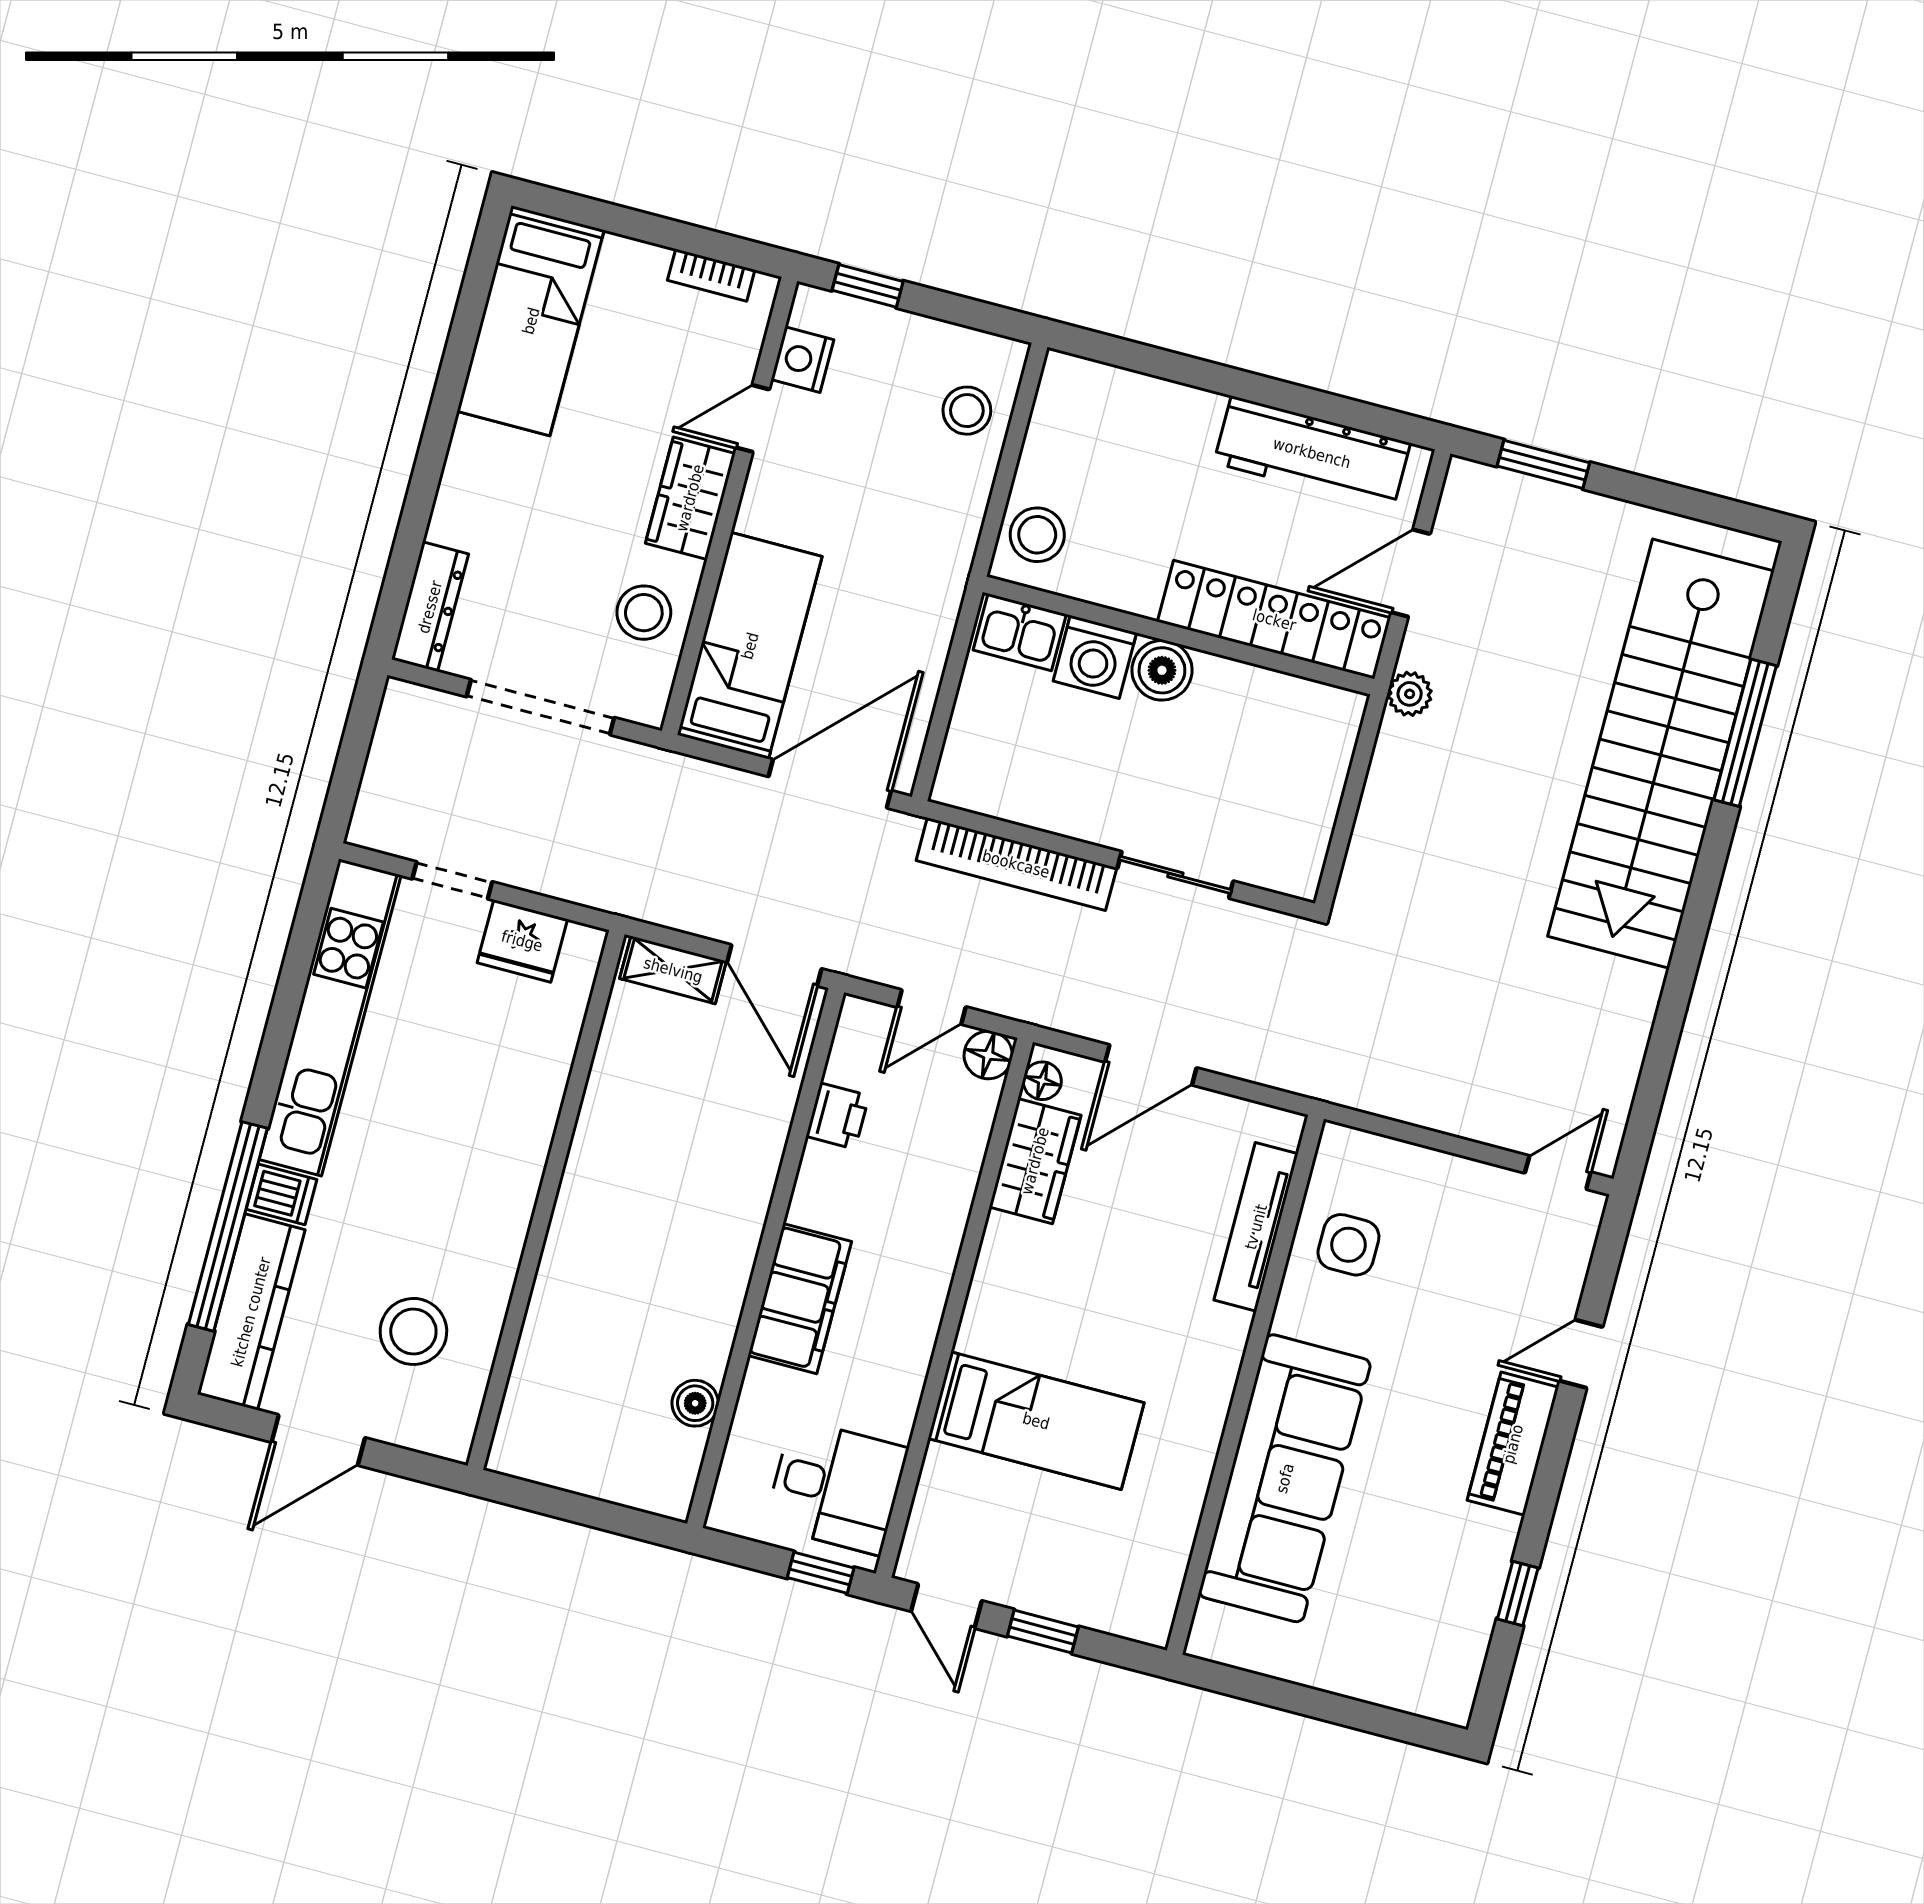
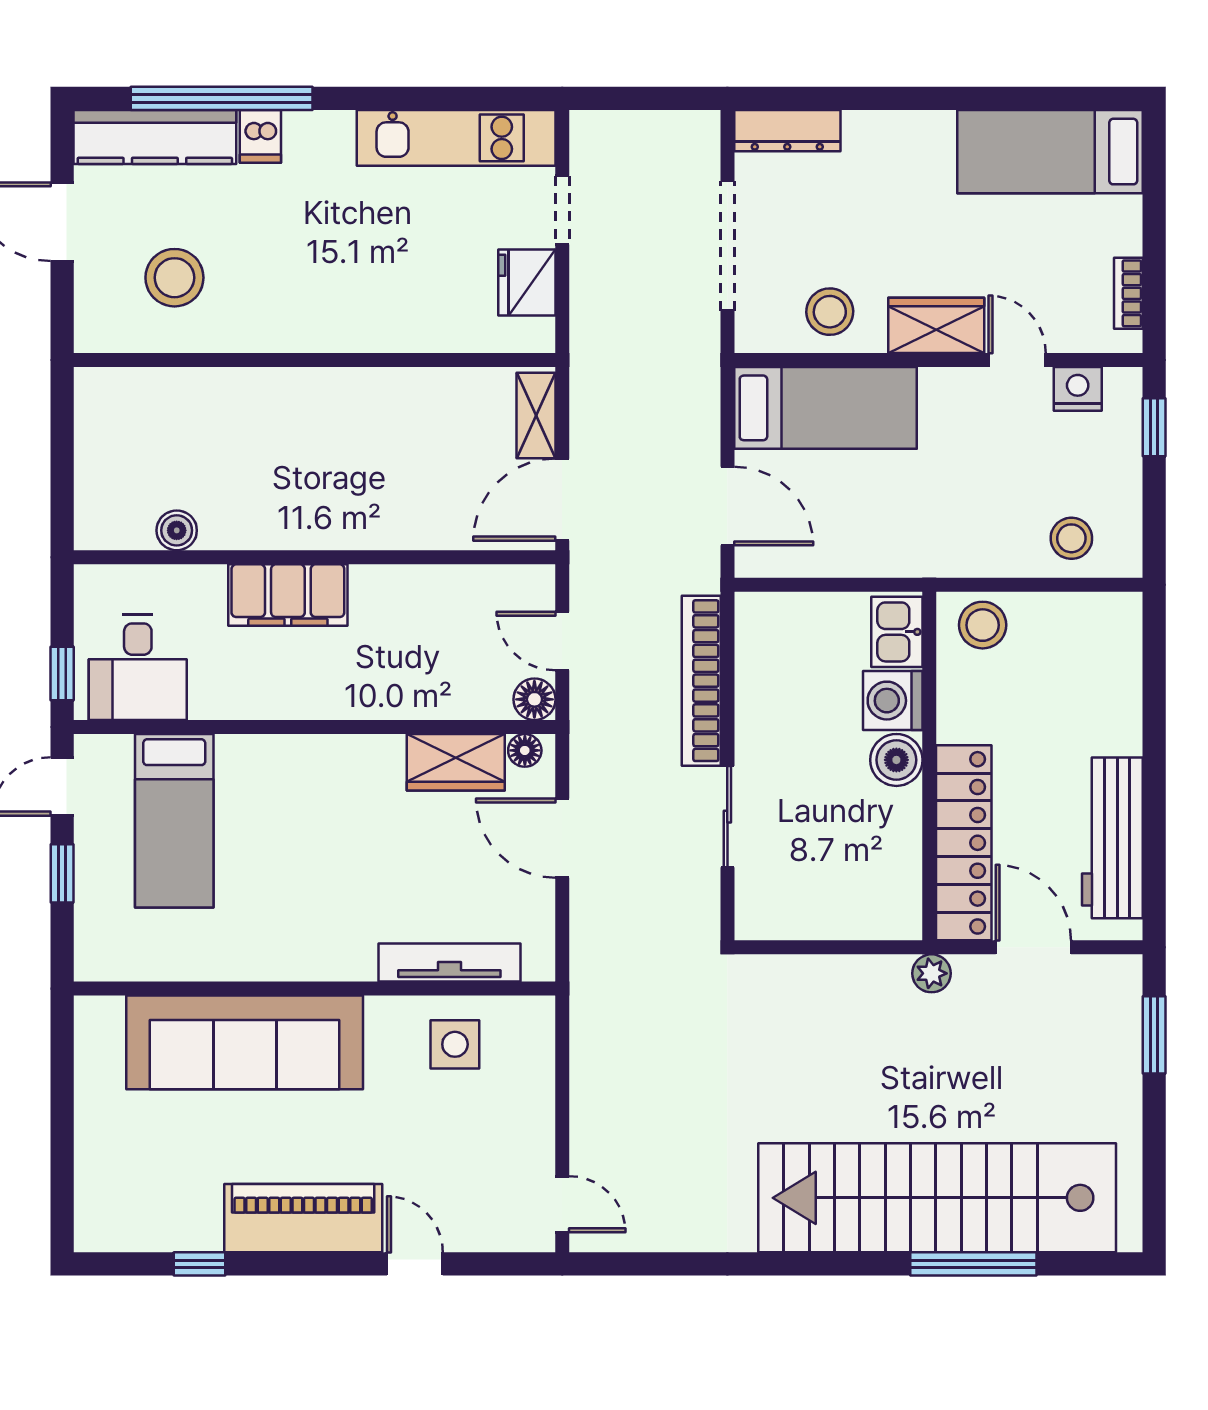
door: (830, 784) -> (727, 506), width x0.73
kitchen unit: (330, 1017) -> (456, 138), width x0.73
printer: (838, 1116) -> (450, 586), removed
bed: (1036, 1421) -> (174, 821), moved
piano: (1513, 1444) -> (303, 1218), width x1.37, depth x1.33

